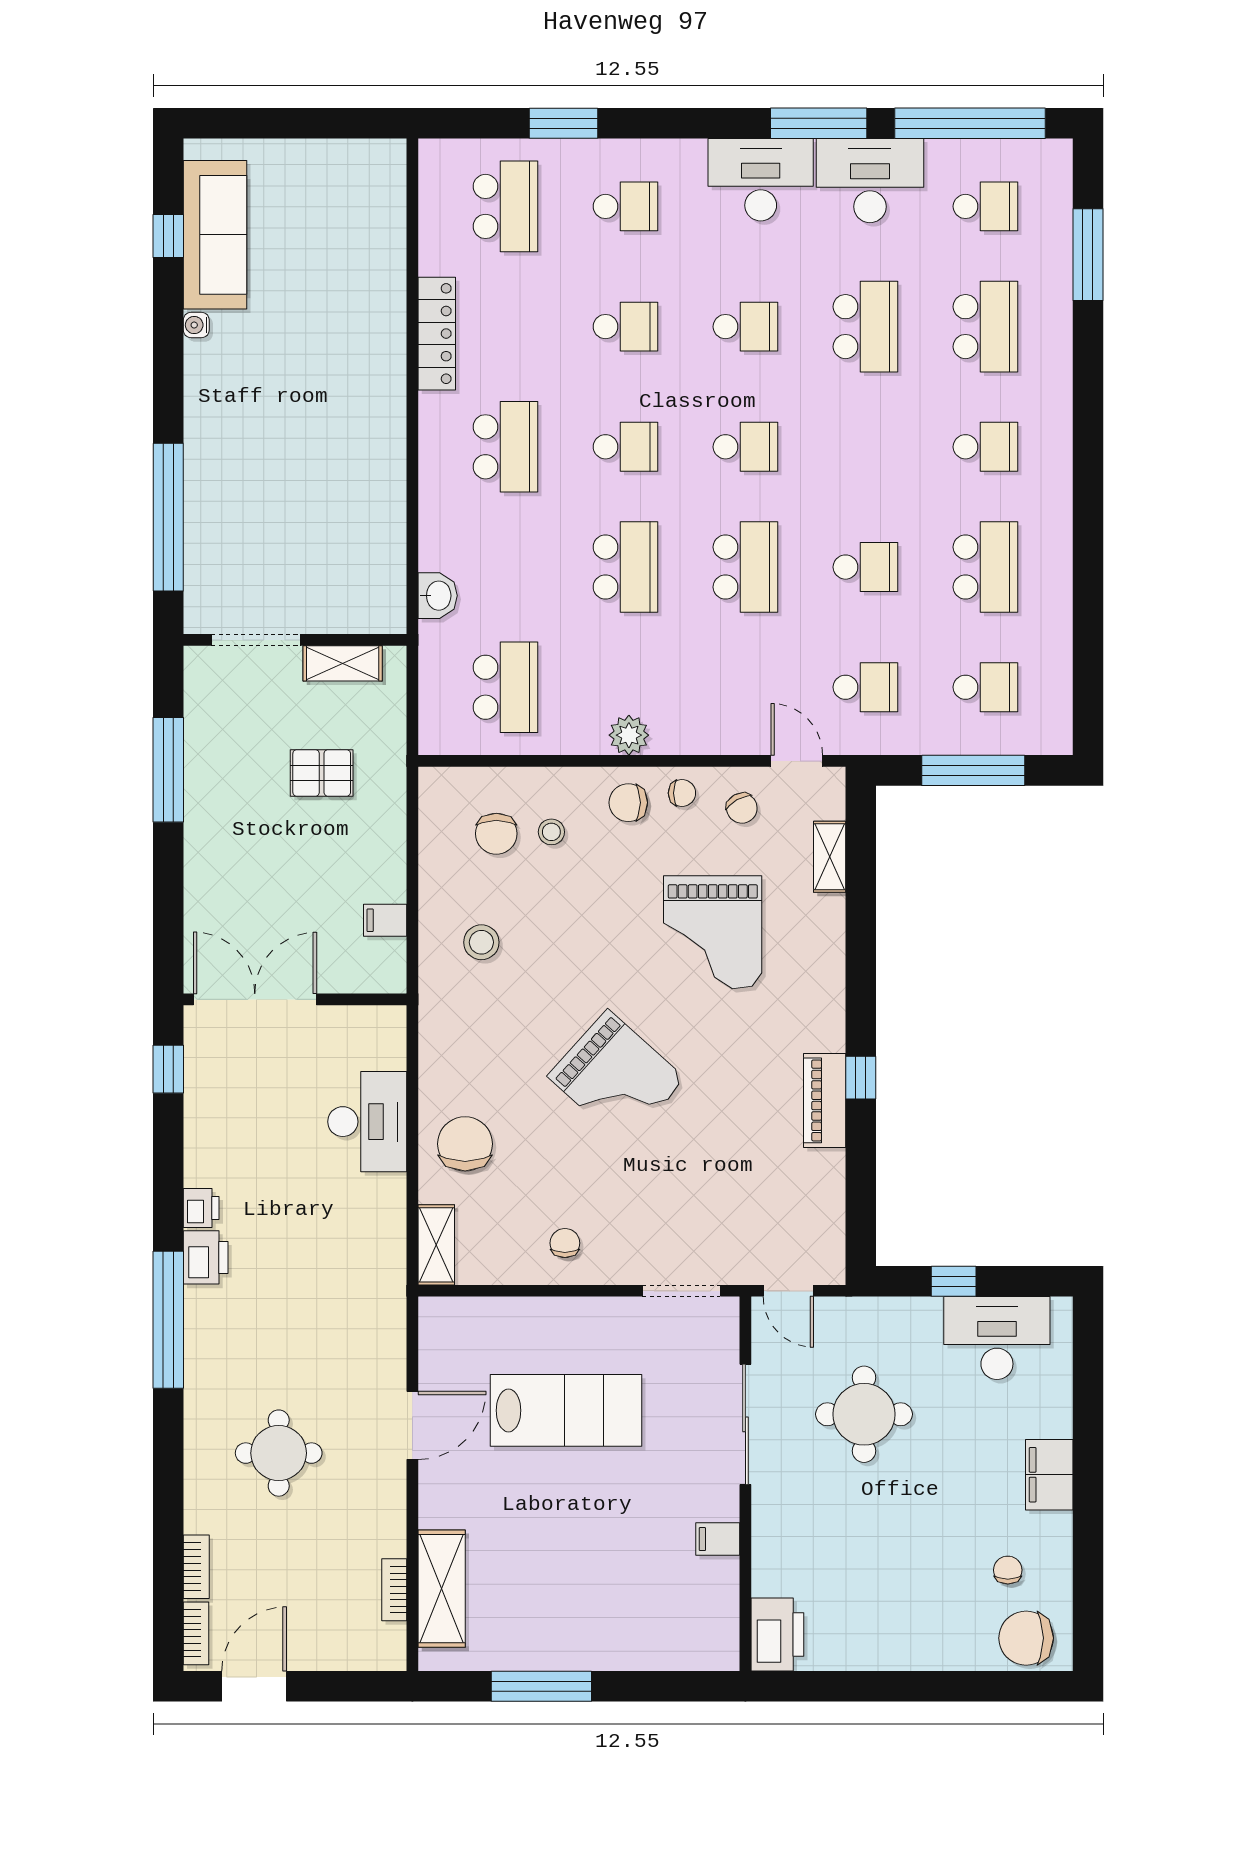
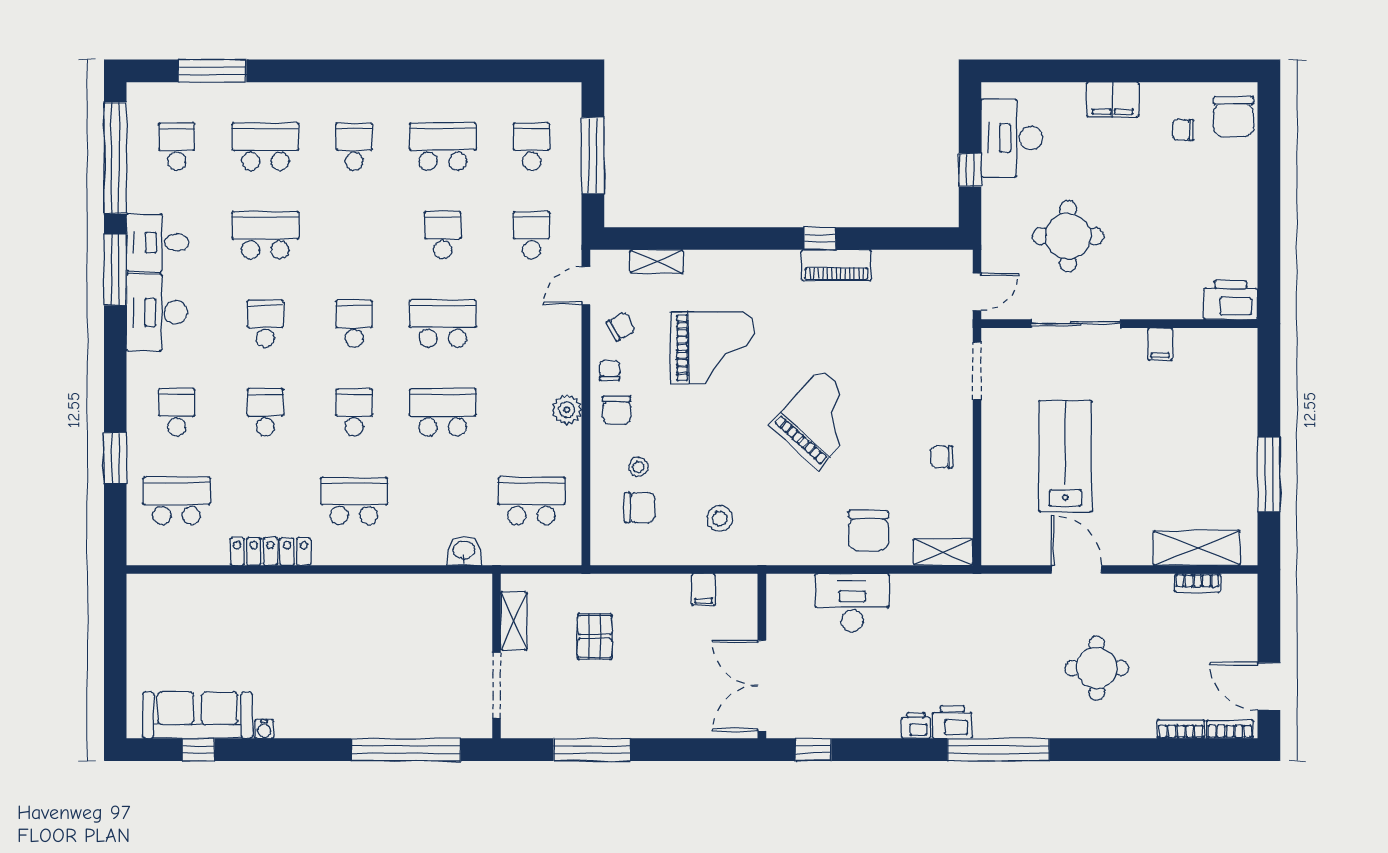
desk: (870, 181) -> (158, 243), width x0.73
chair: (465, 1144) -> (869, 531), turned -90

